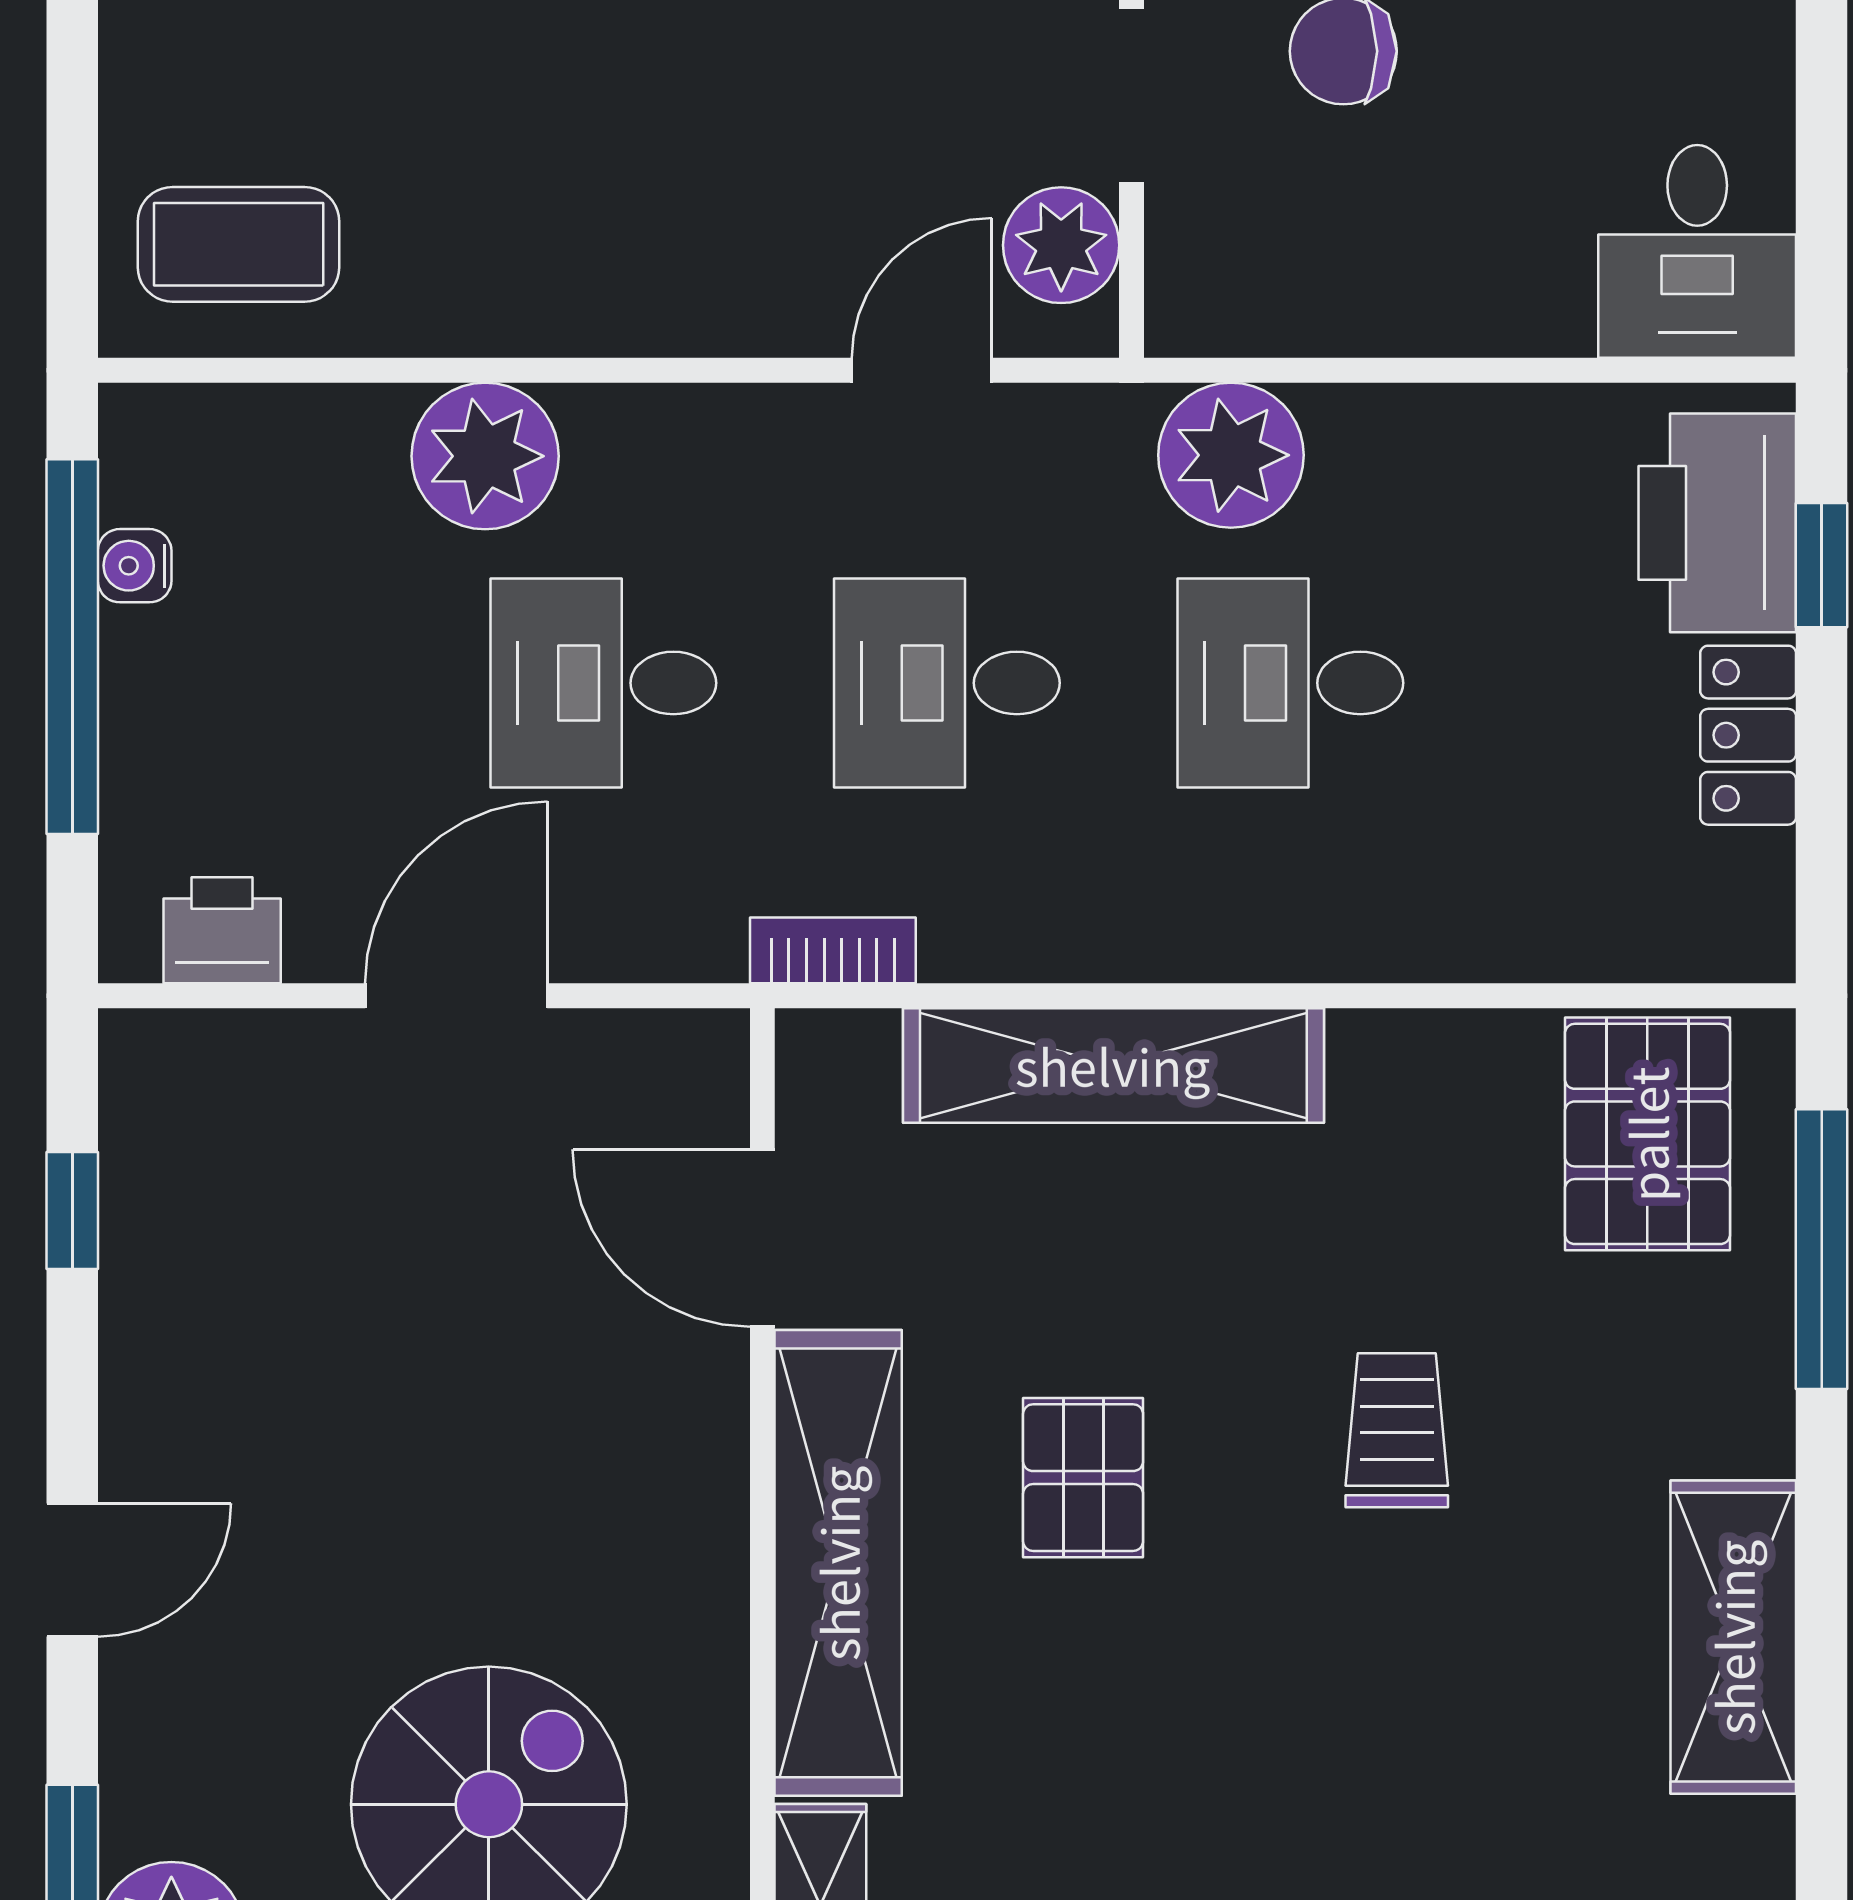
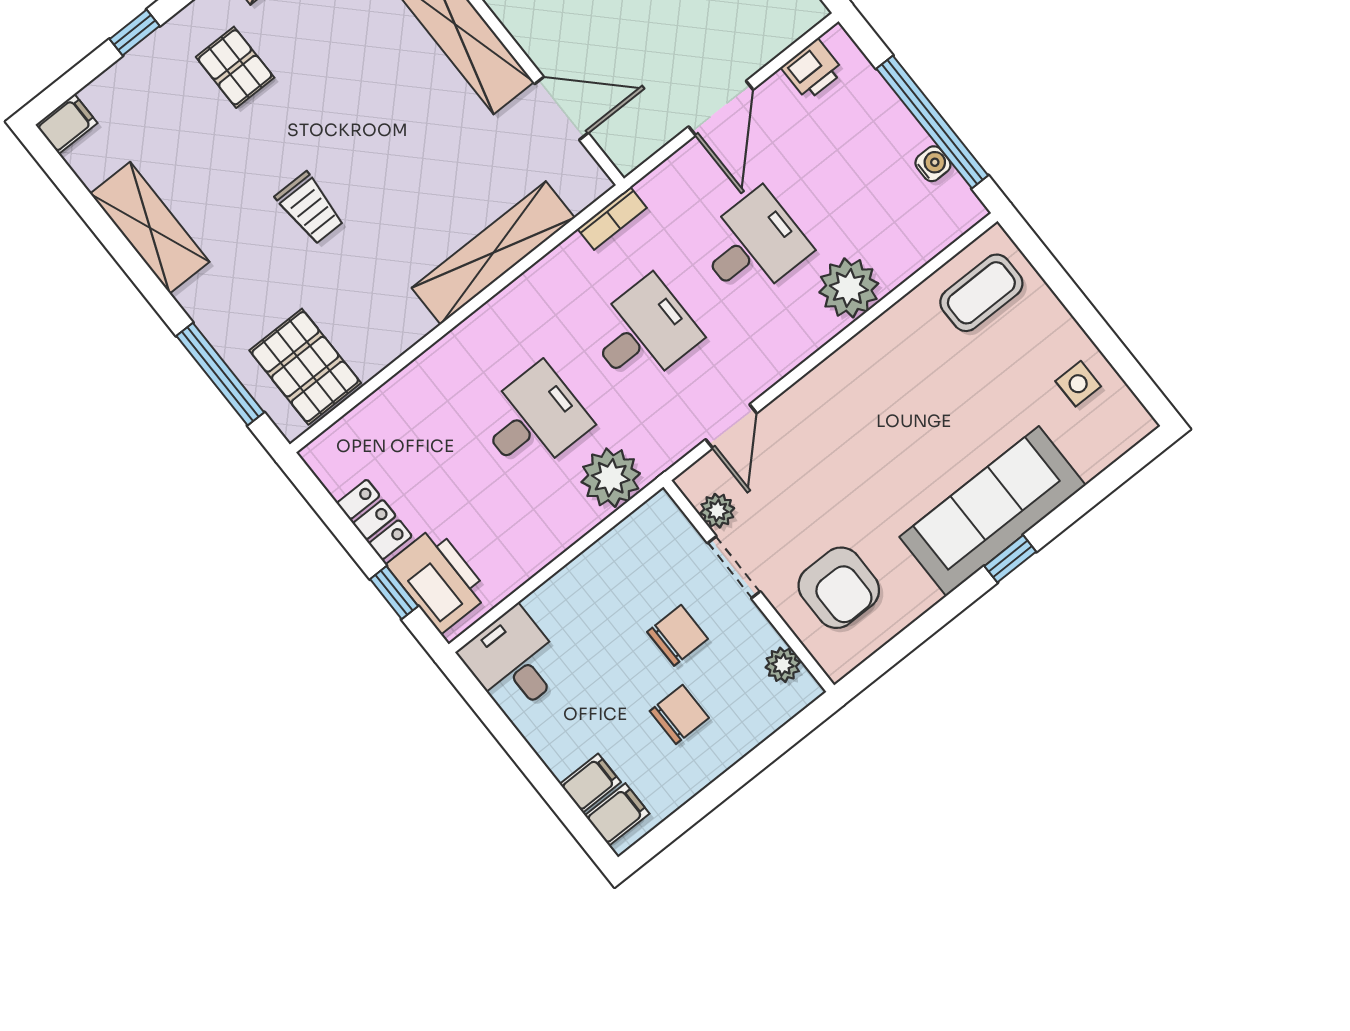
plant: (1061, 245) -> (717, 511), width x0.73, depth x0.73
pallet: (1083, 1478) -> (235, 67), moved

